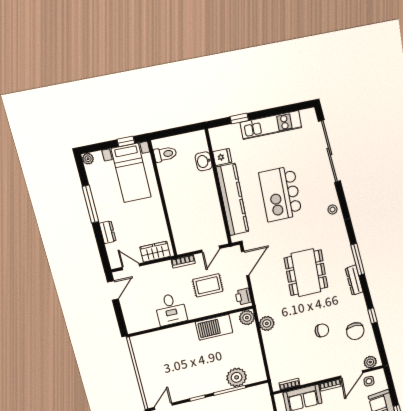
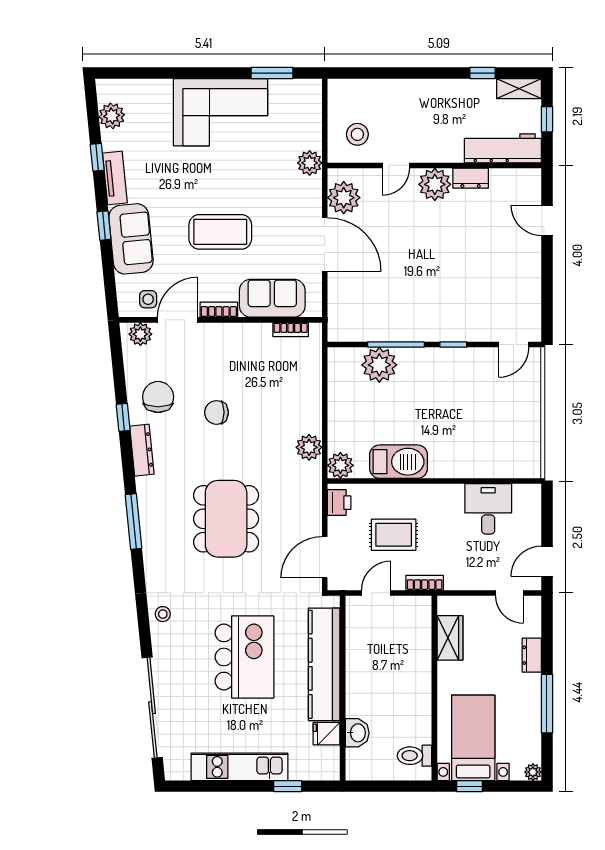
wardrobe: (155, 252) -> (450, 638), moved, turned -90
dresser: (354, 280) -> (142, 450), moved
desk: (171, 309) -> (488, 509), moved

